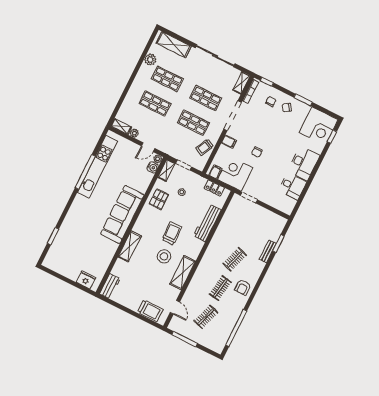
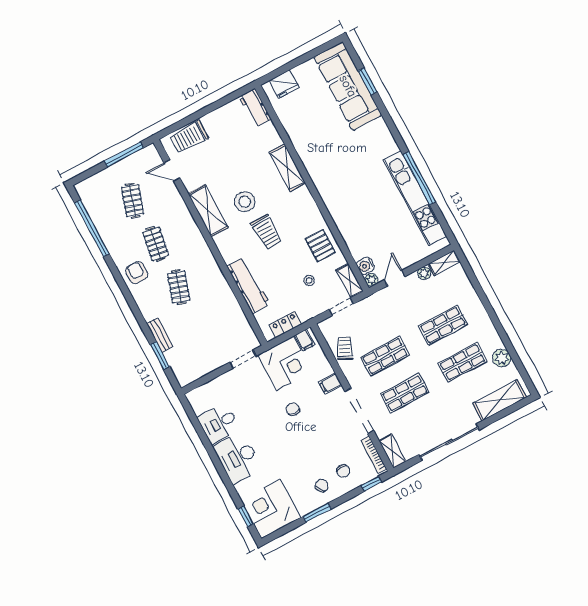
sofa: (122, 214) -> (348, 86), moved, turned 180

